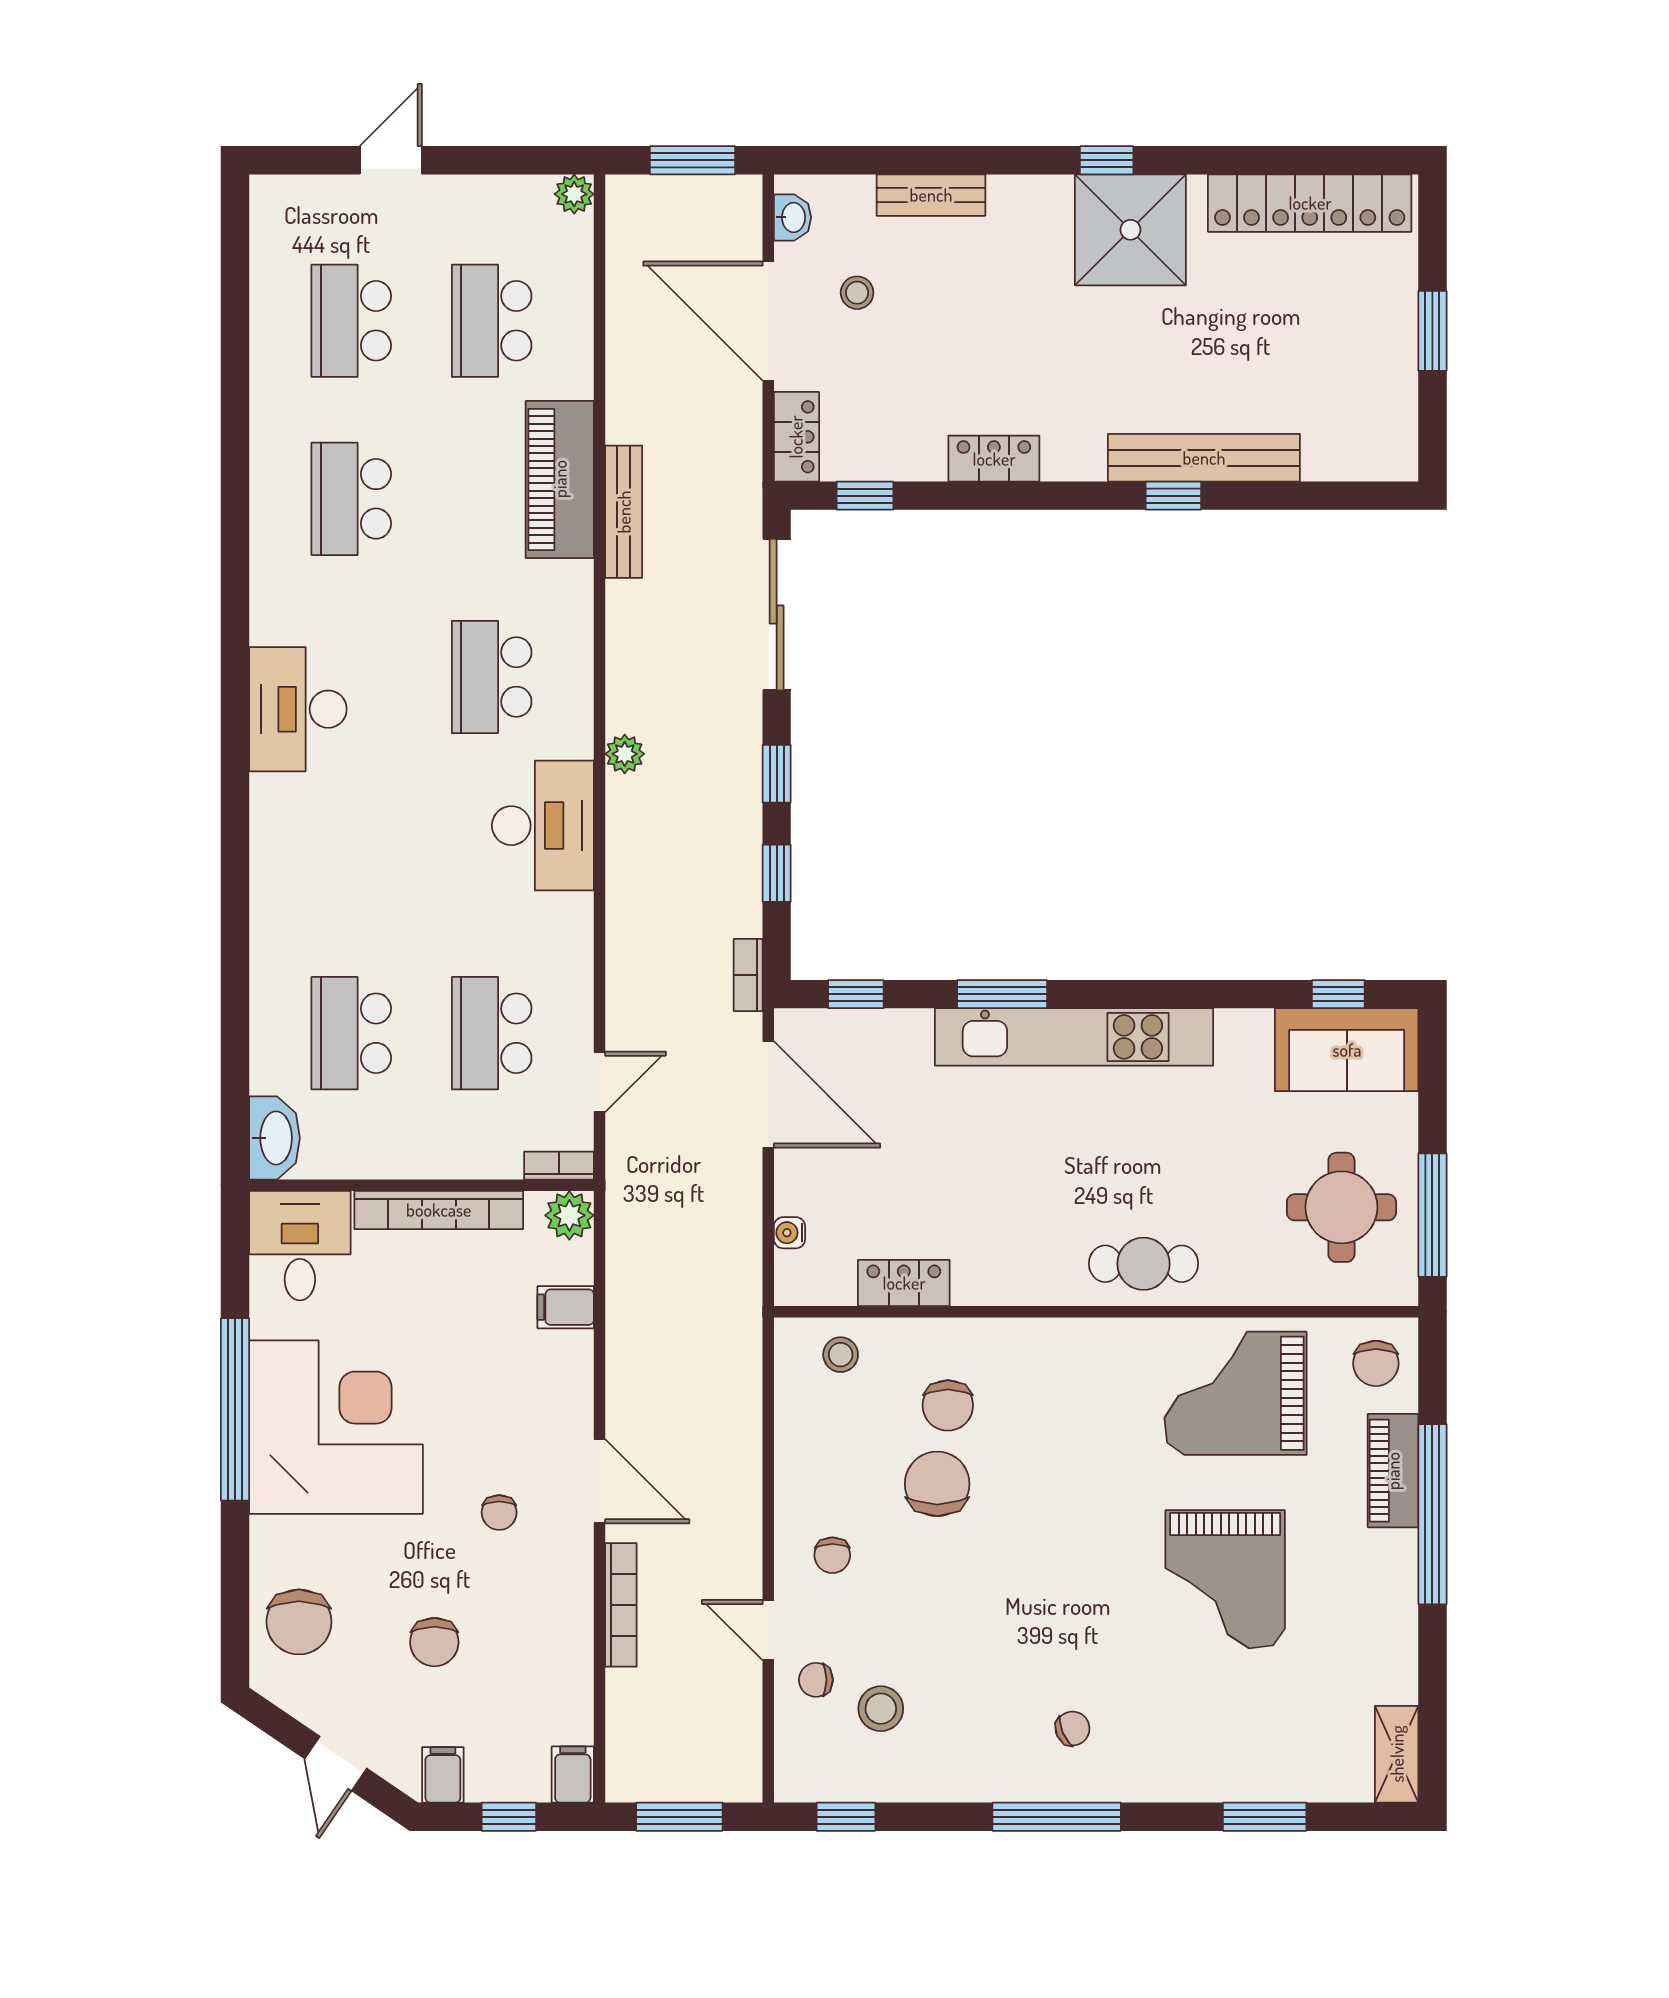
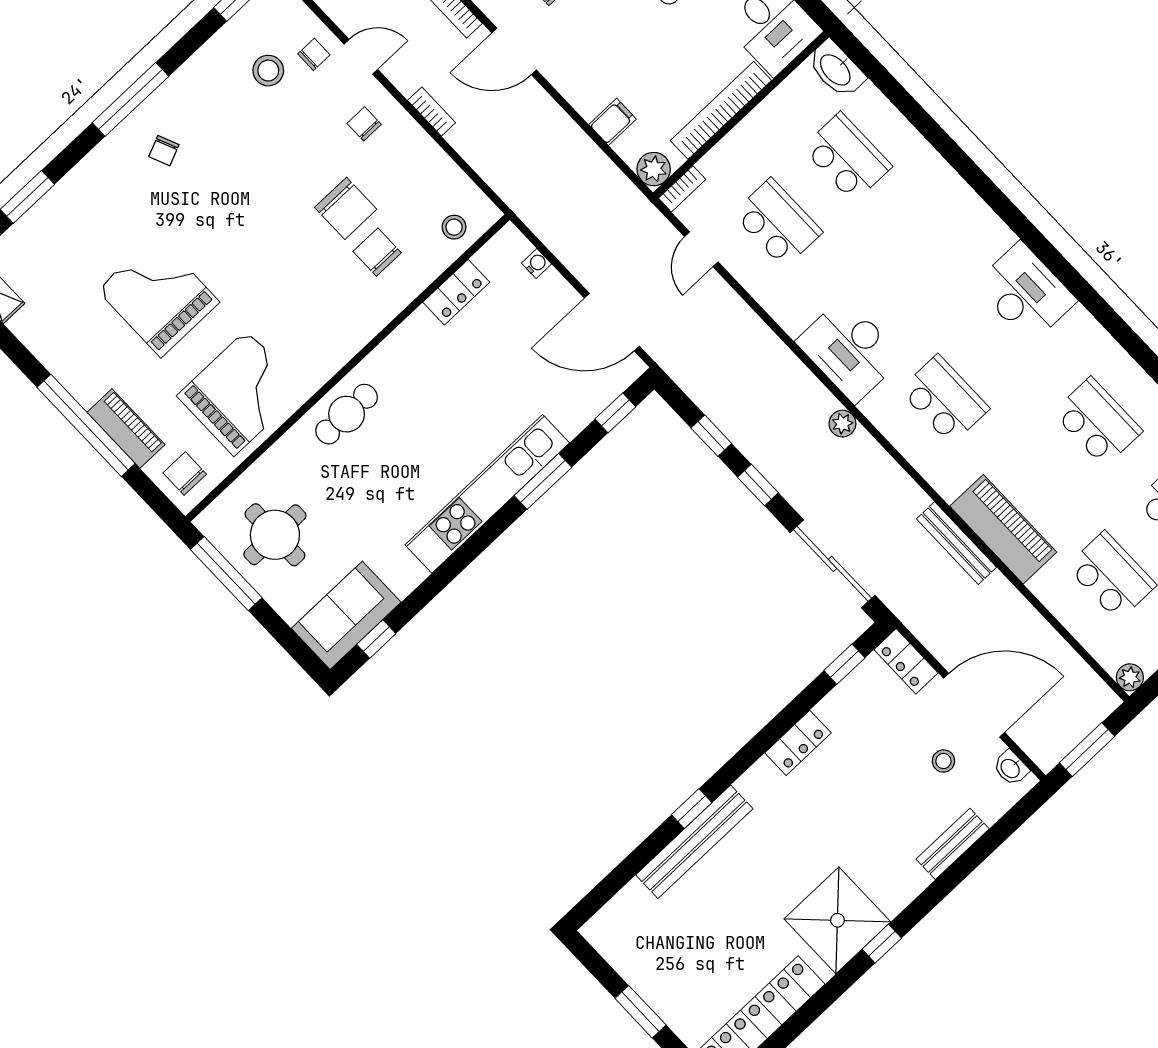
bookcase: (748, 975) -> (432, 112), moved

